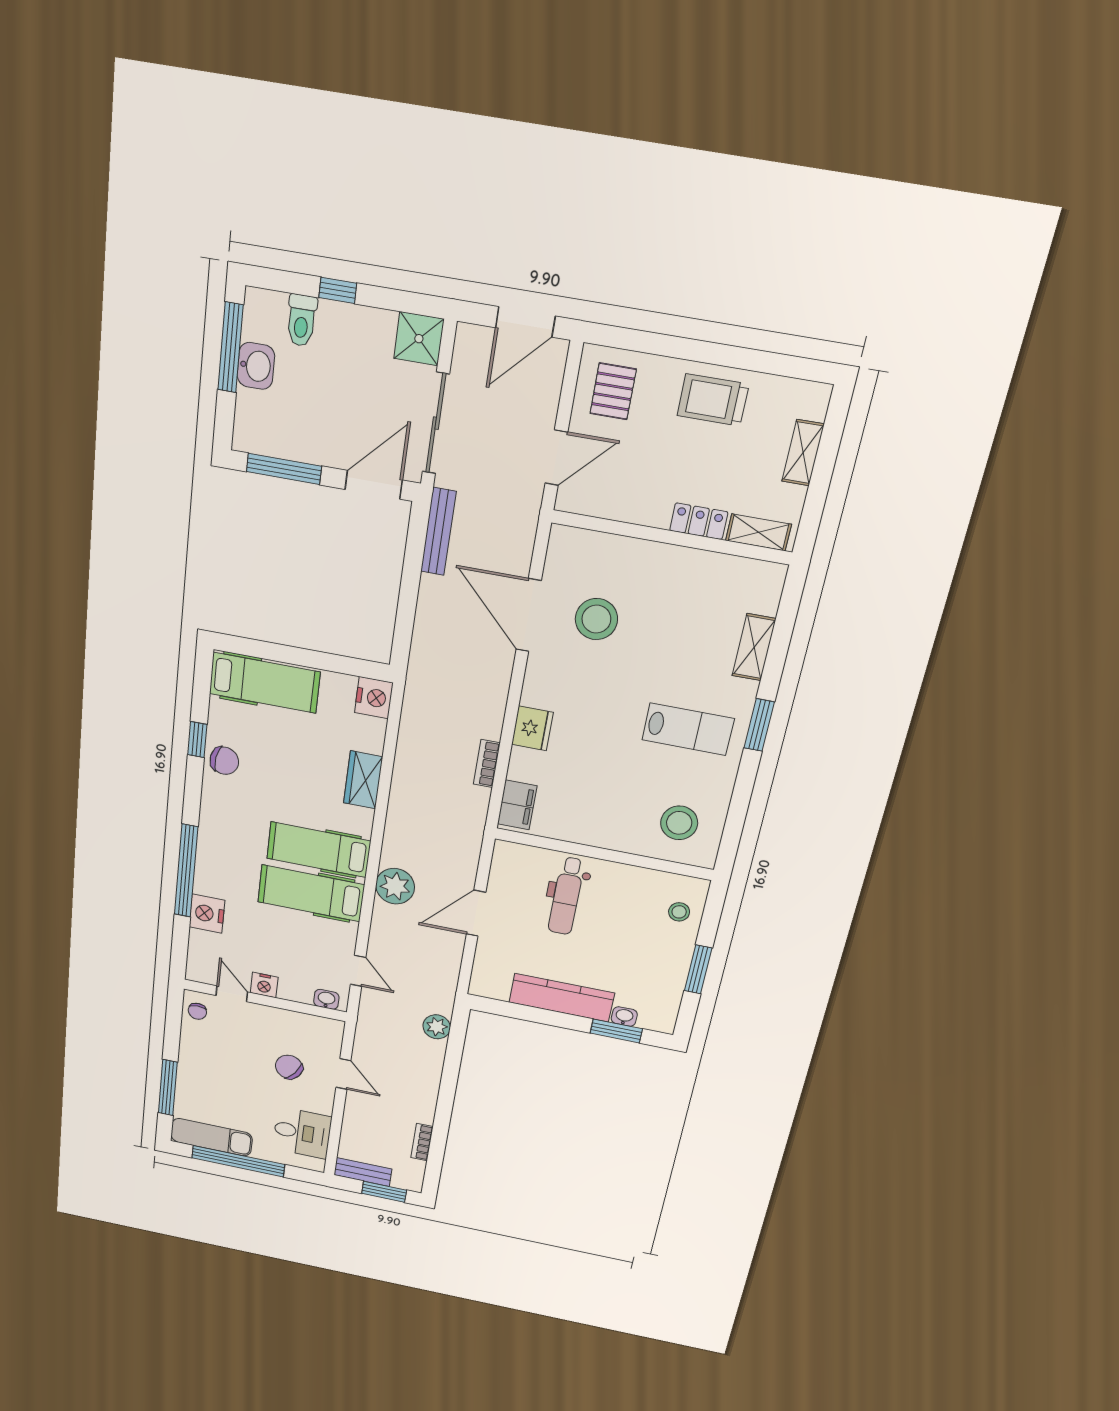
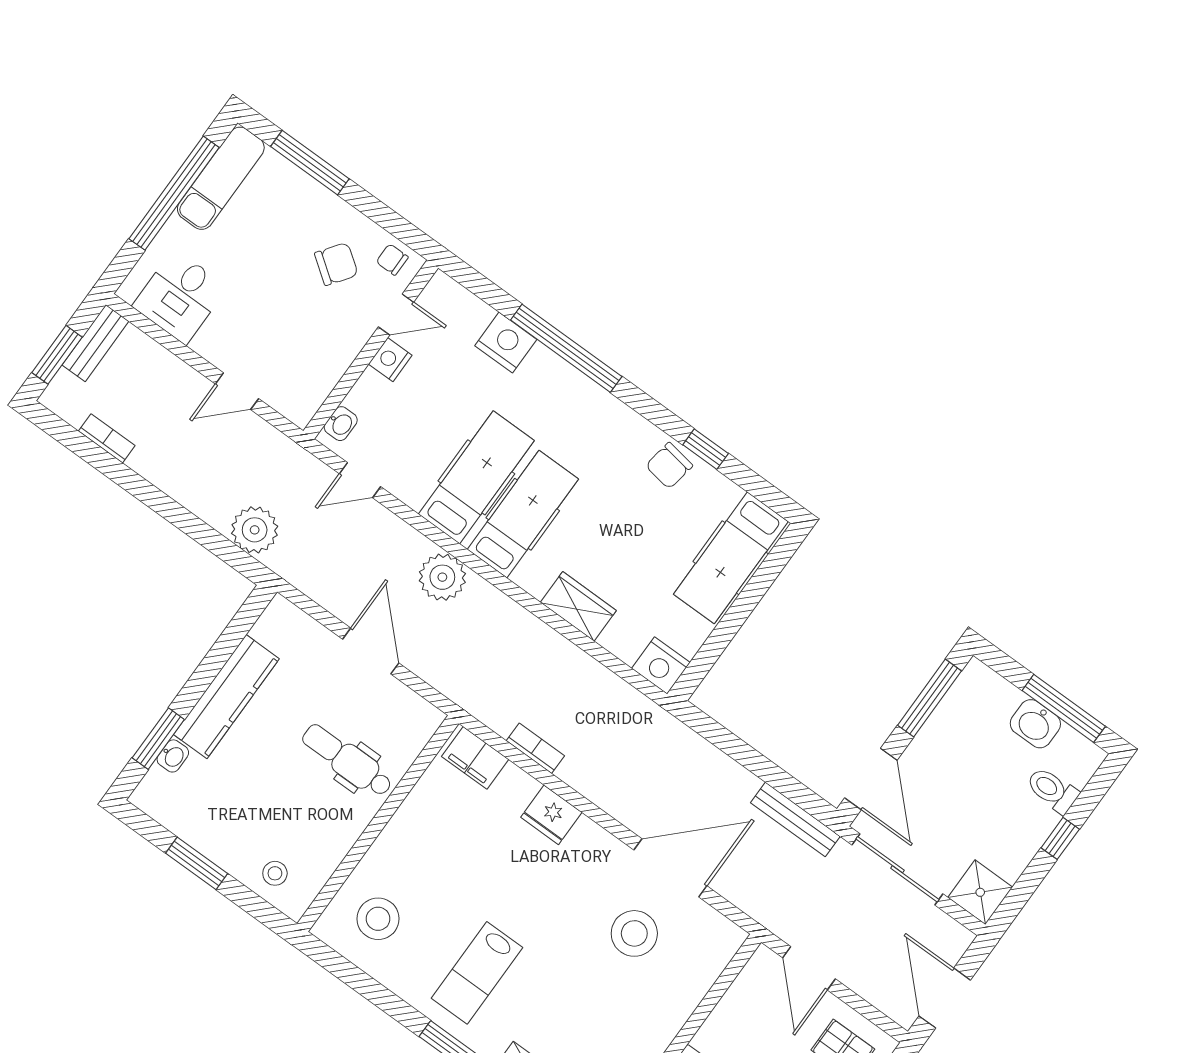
plant: (437, 1027) -> (255, 530), width x1.36, depth x1.36
chair: (289, 1067) -> (336, 264), moved

